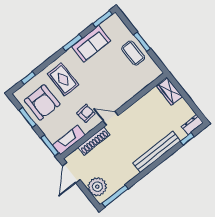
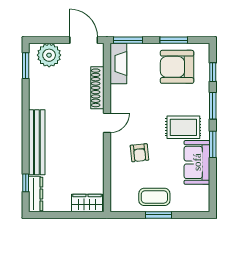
window: (103, 19) -> (213, 106), moved
rug: (63, 79) -> (183, 127), moved
armchair: (86, 113) -> (139, 153), moved
dresser: (192, 125) -> (36, 194), width x1.44
window: (115, 196) -> (26, 66), width x0.69

